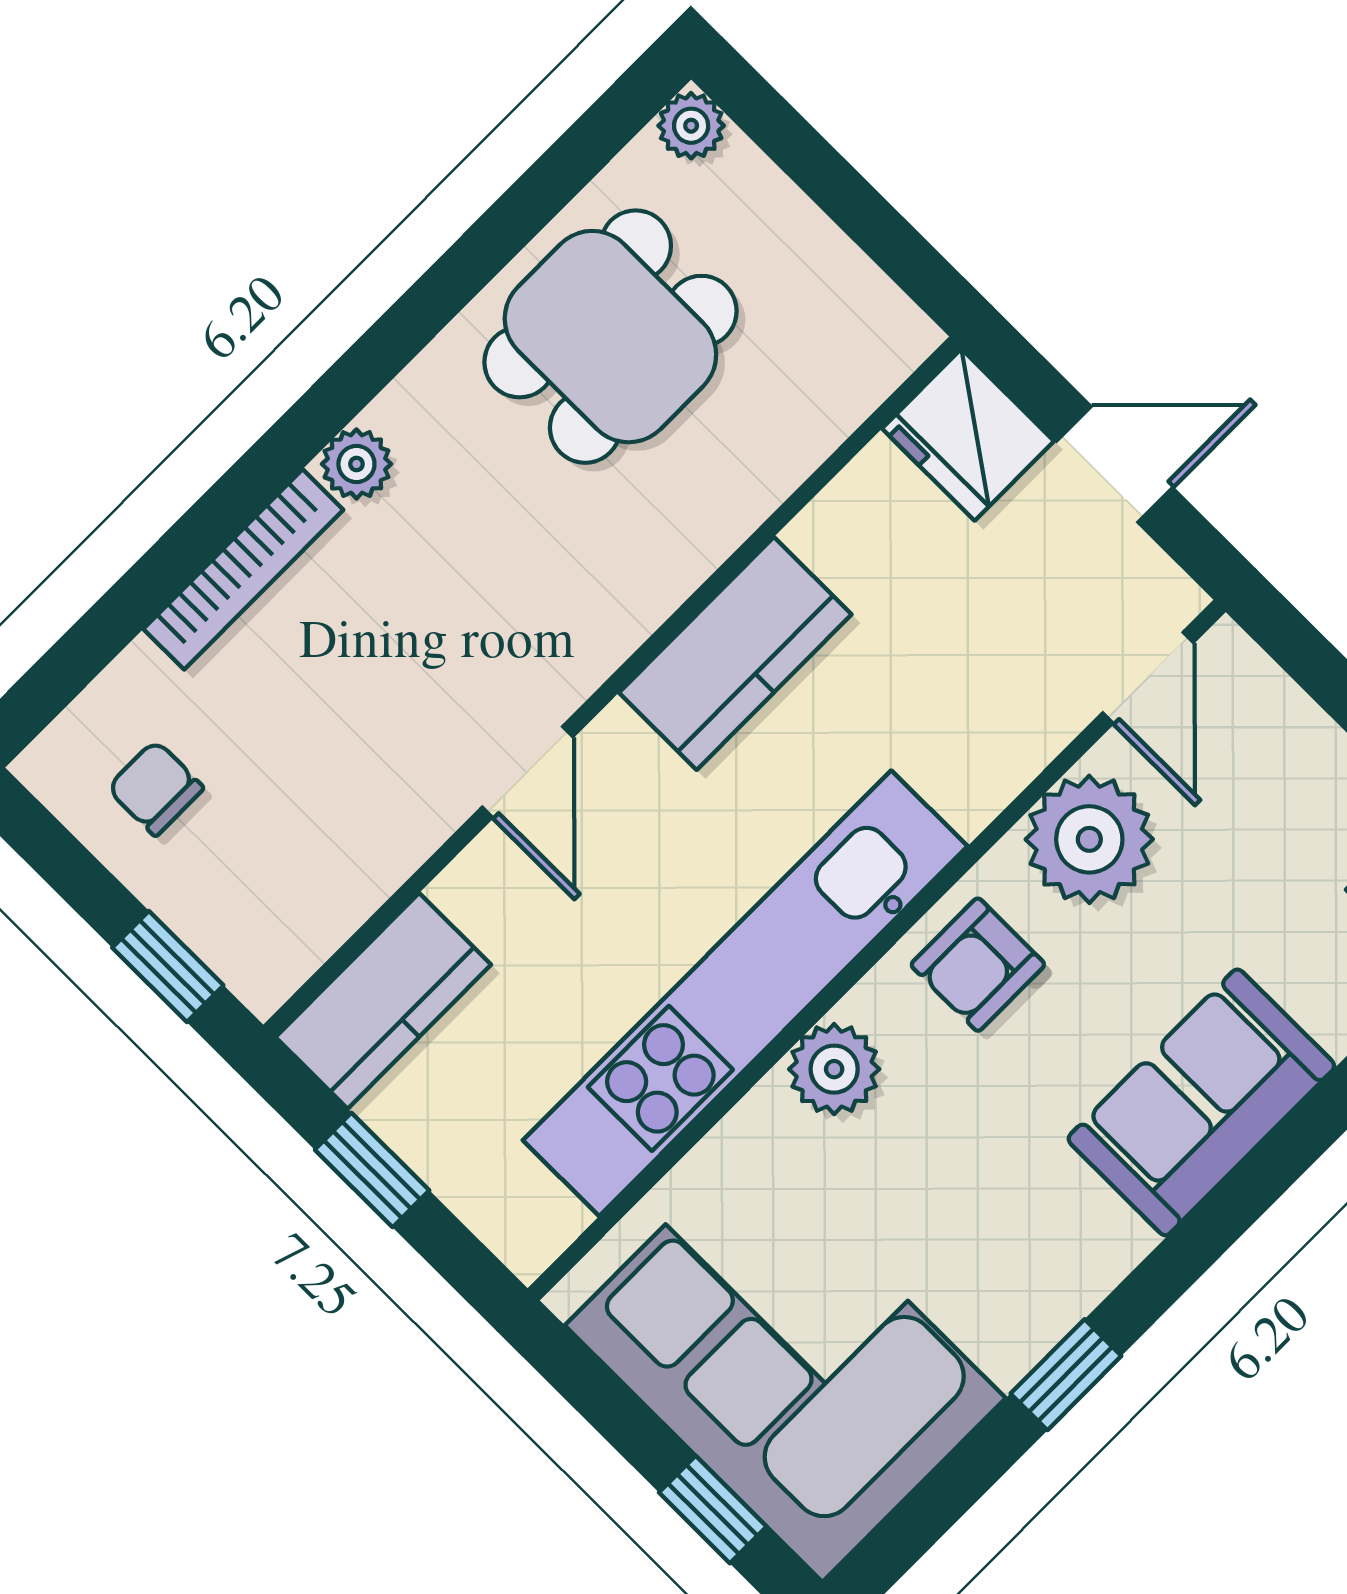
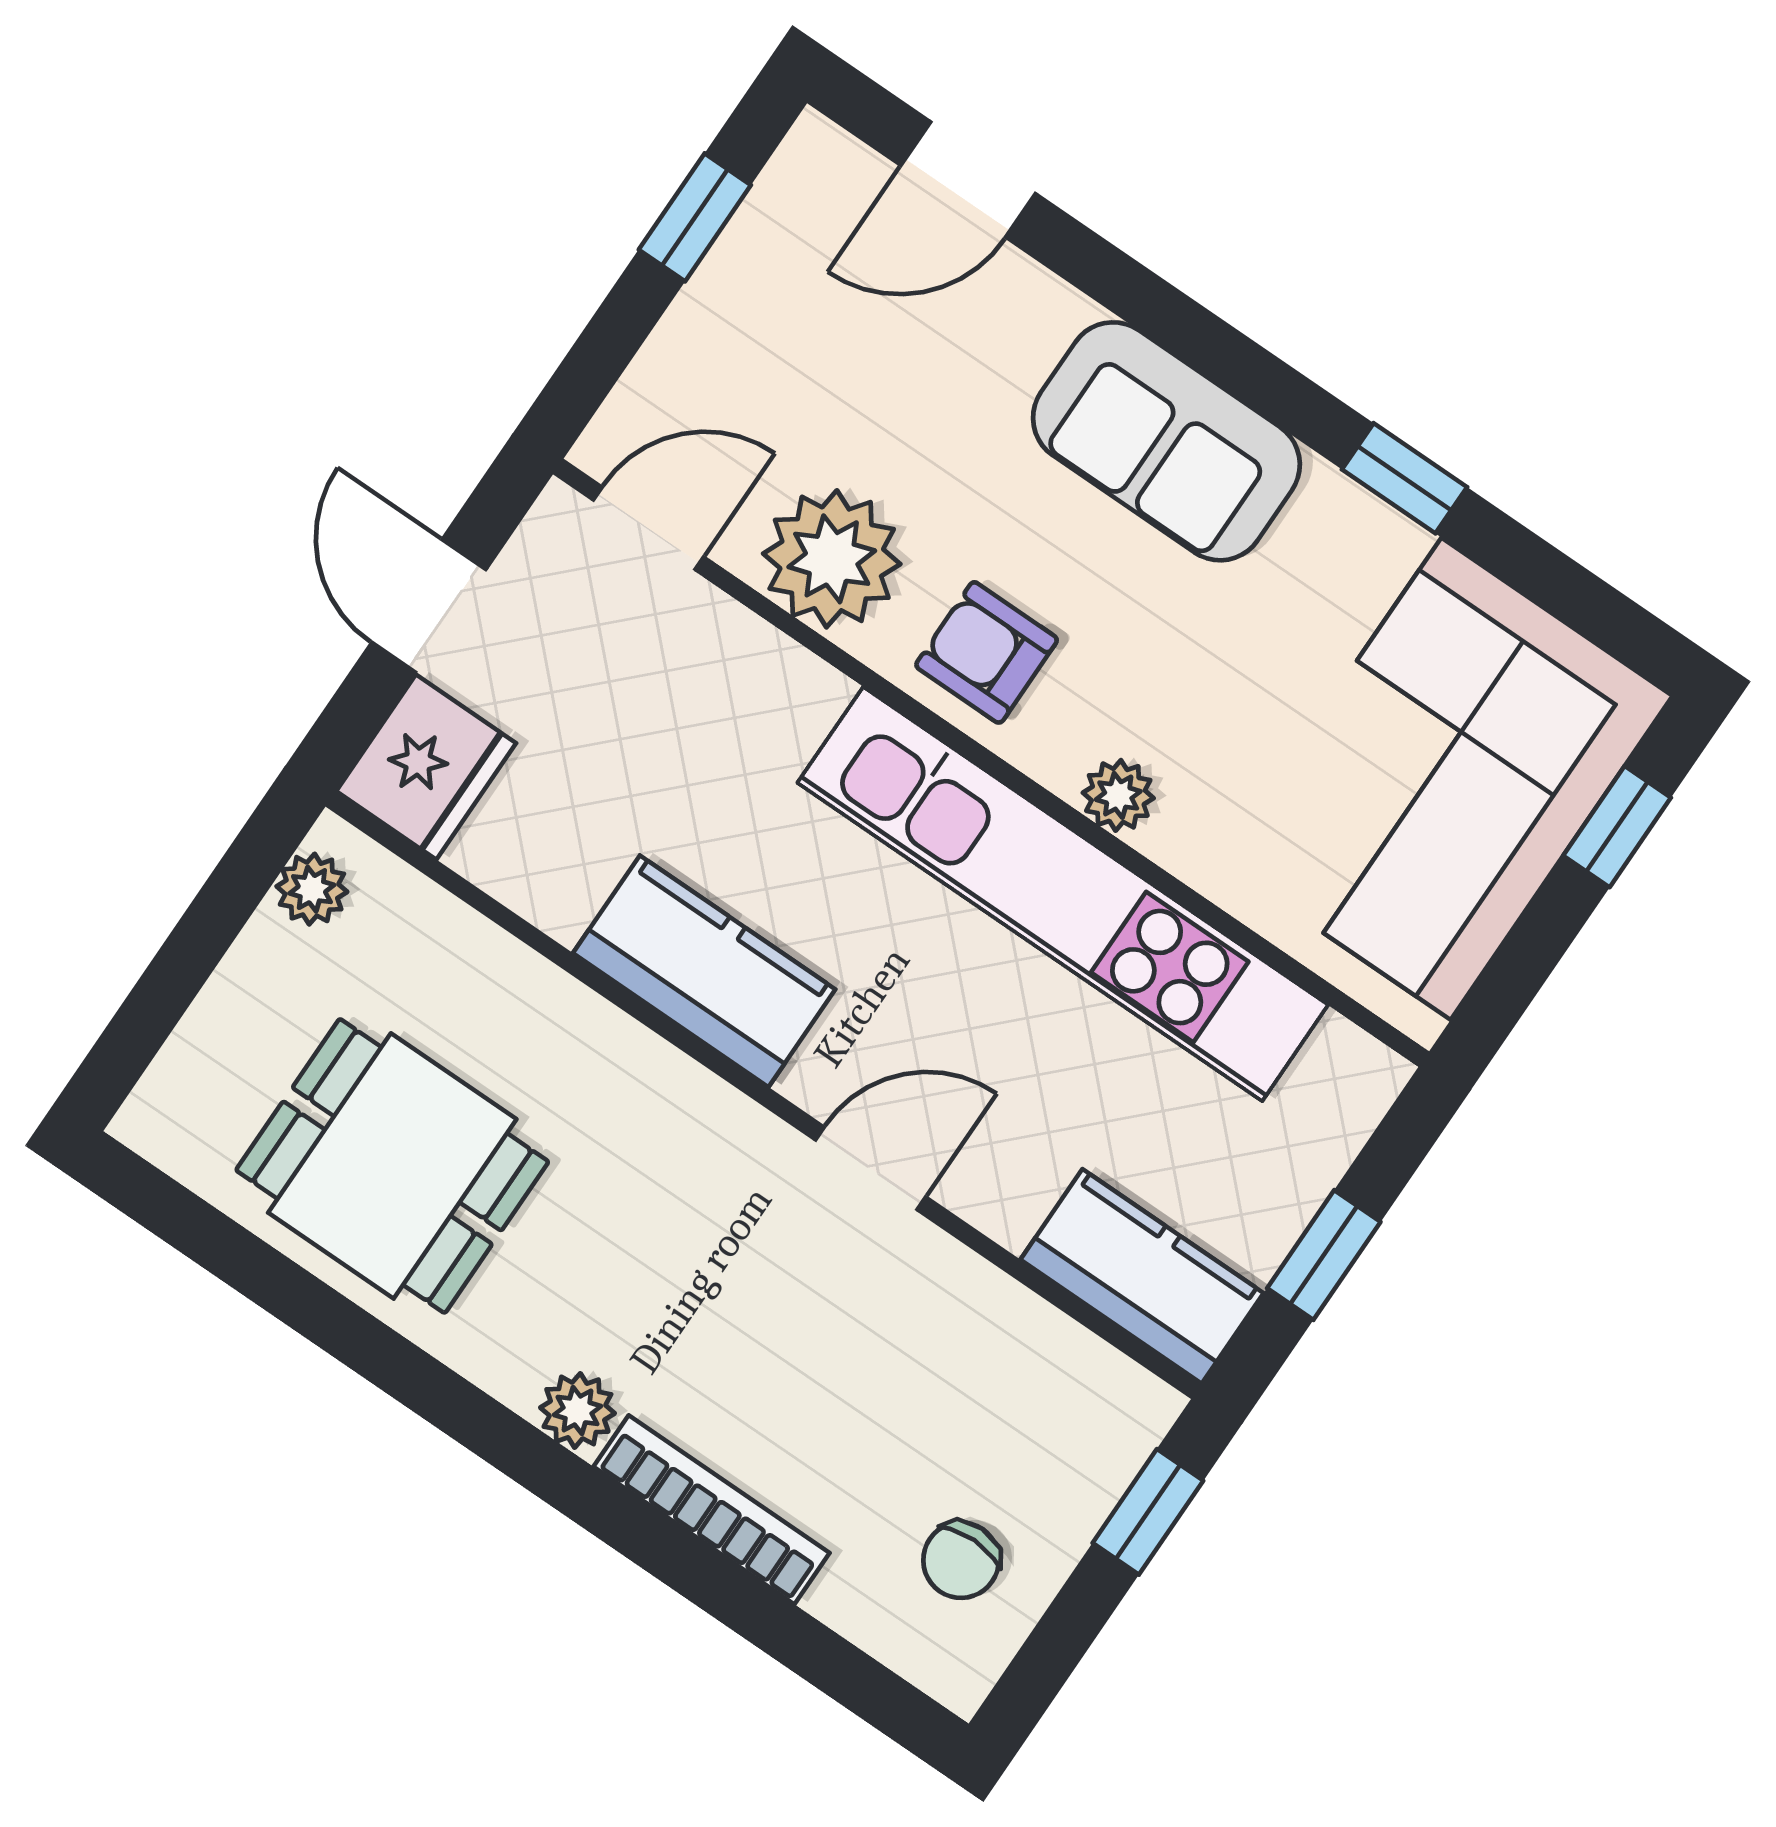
plant: (691, 126) -> (312, 889), moved
armchair: (978, 965) -> (987, 652), turned 180
plant: (834, 1069) -> (1118, 795), width x0.73, depth x0.73
sofa: (1201, 1102) -> (1166, 441), moved

